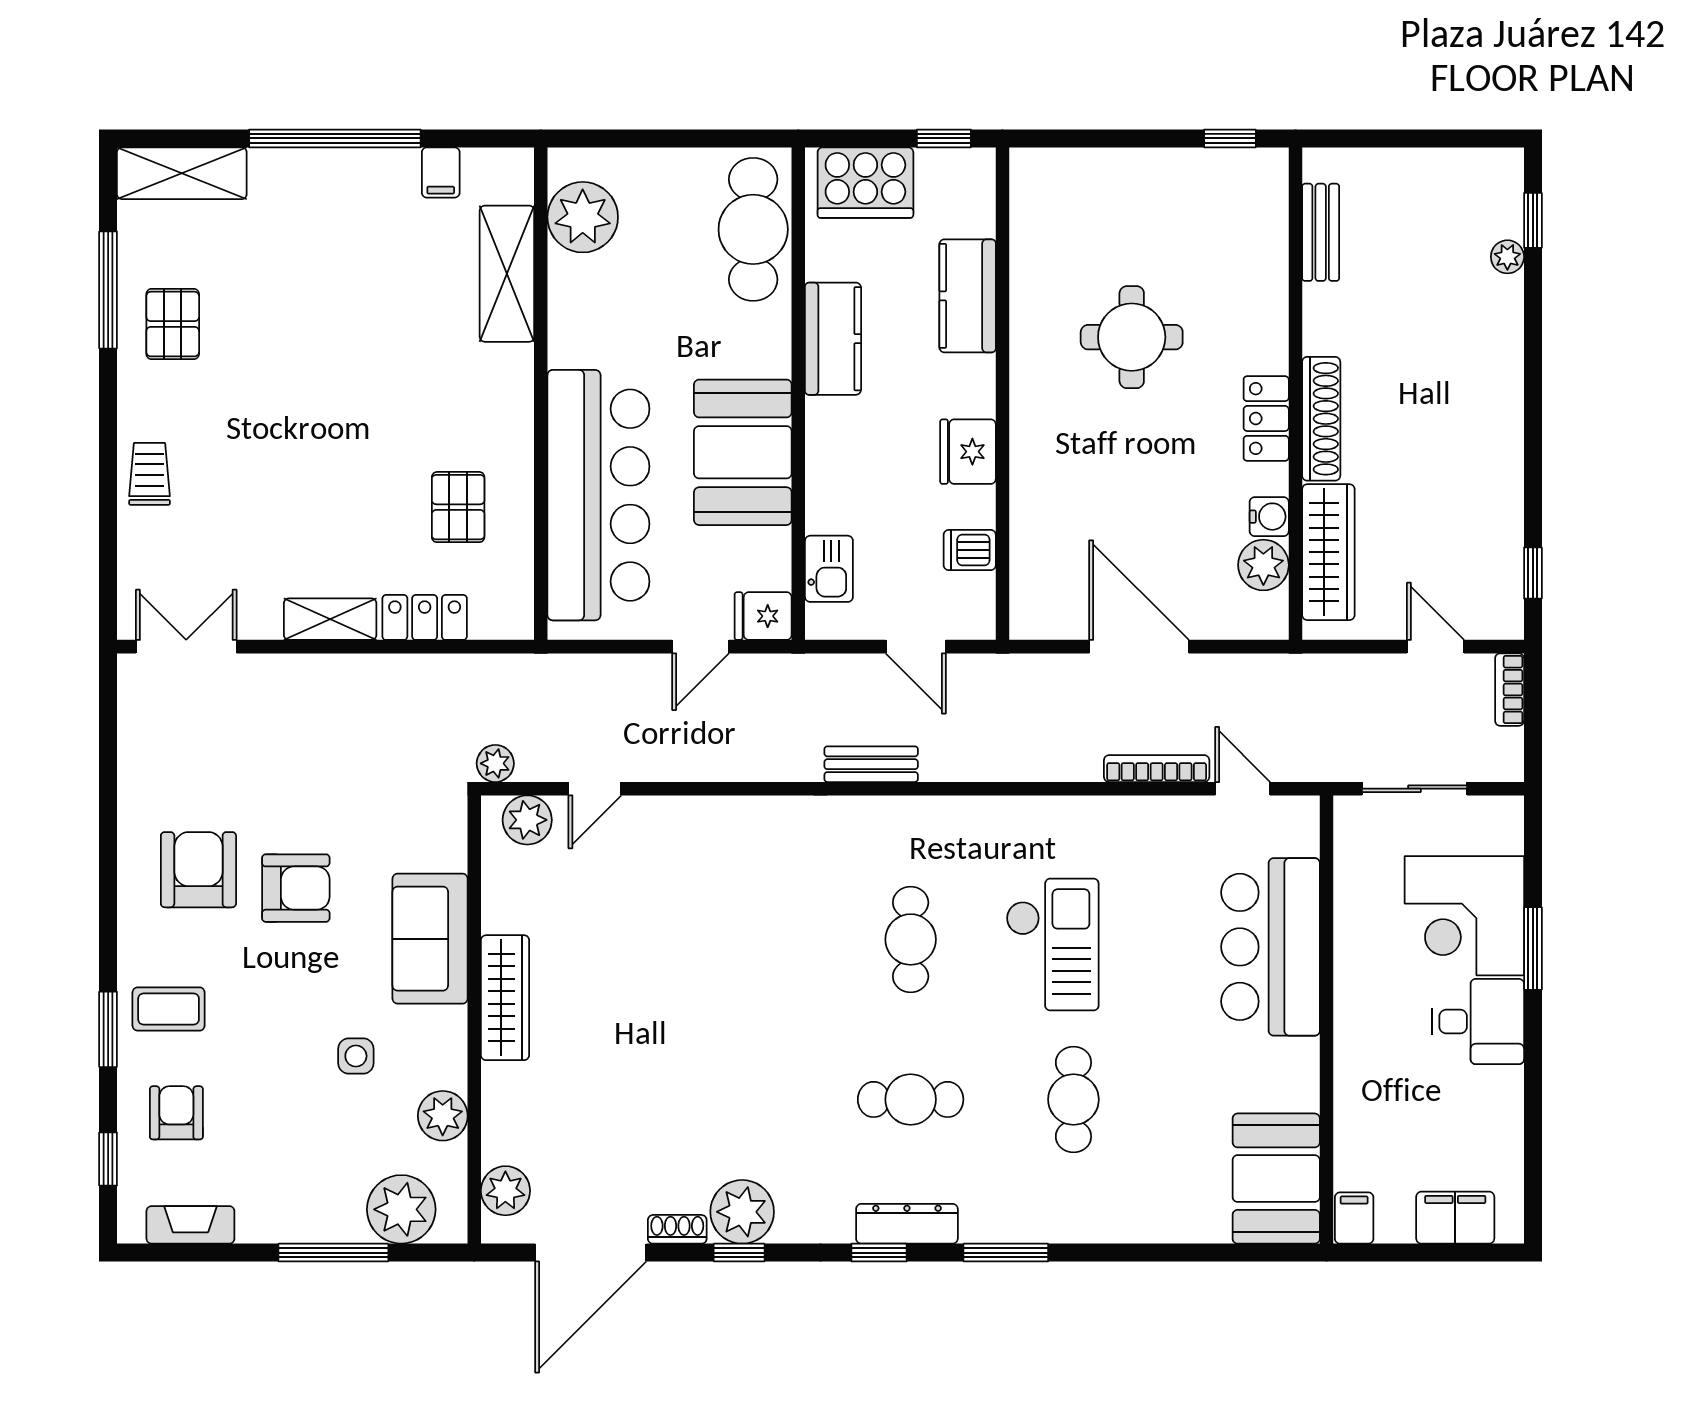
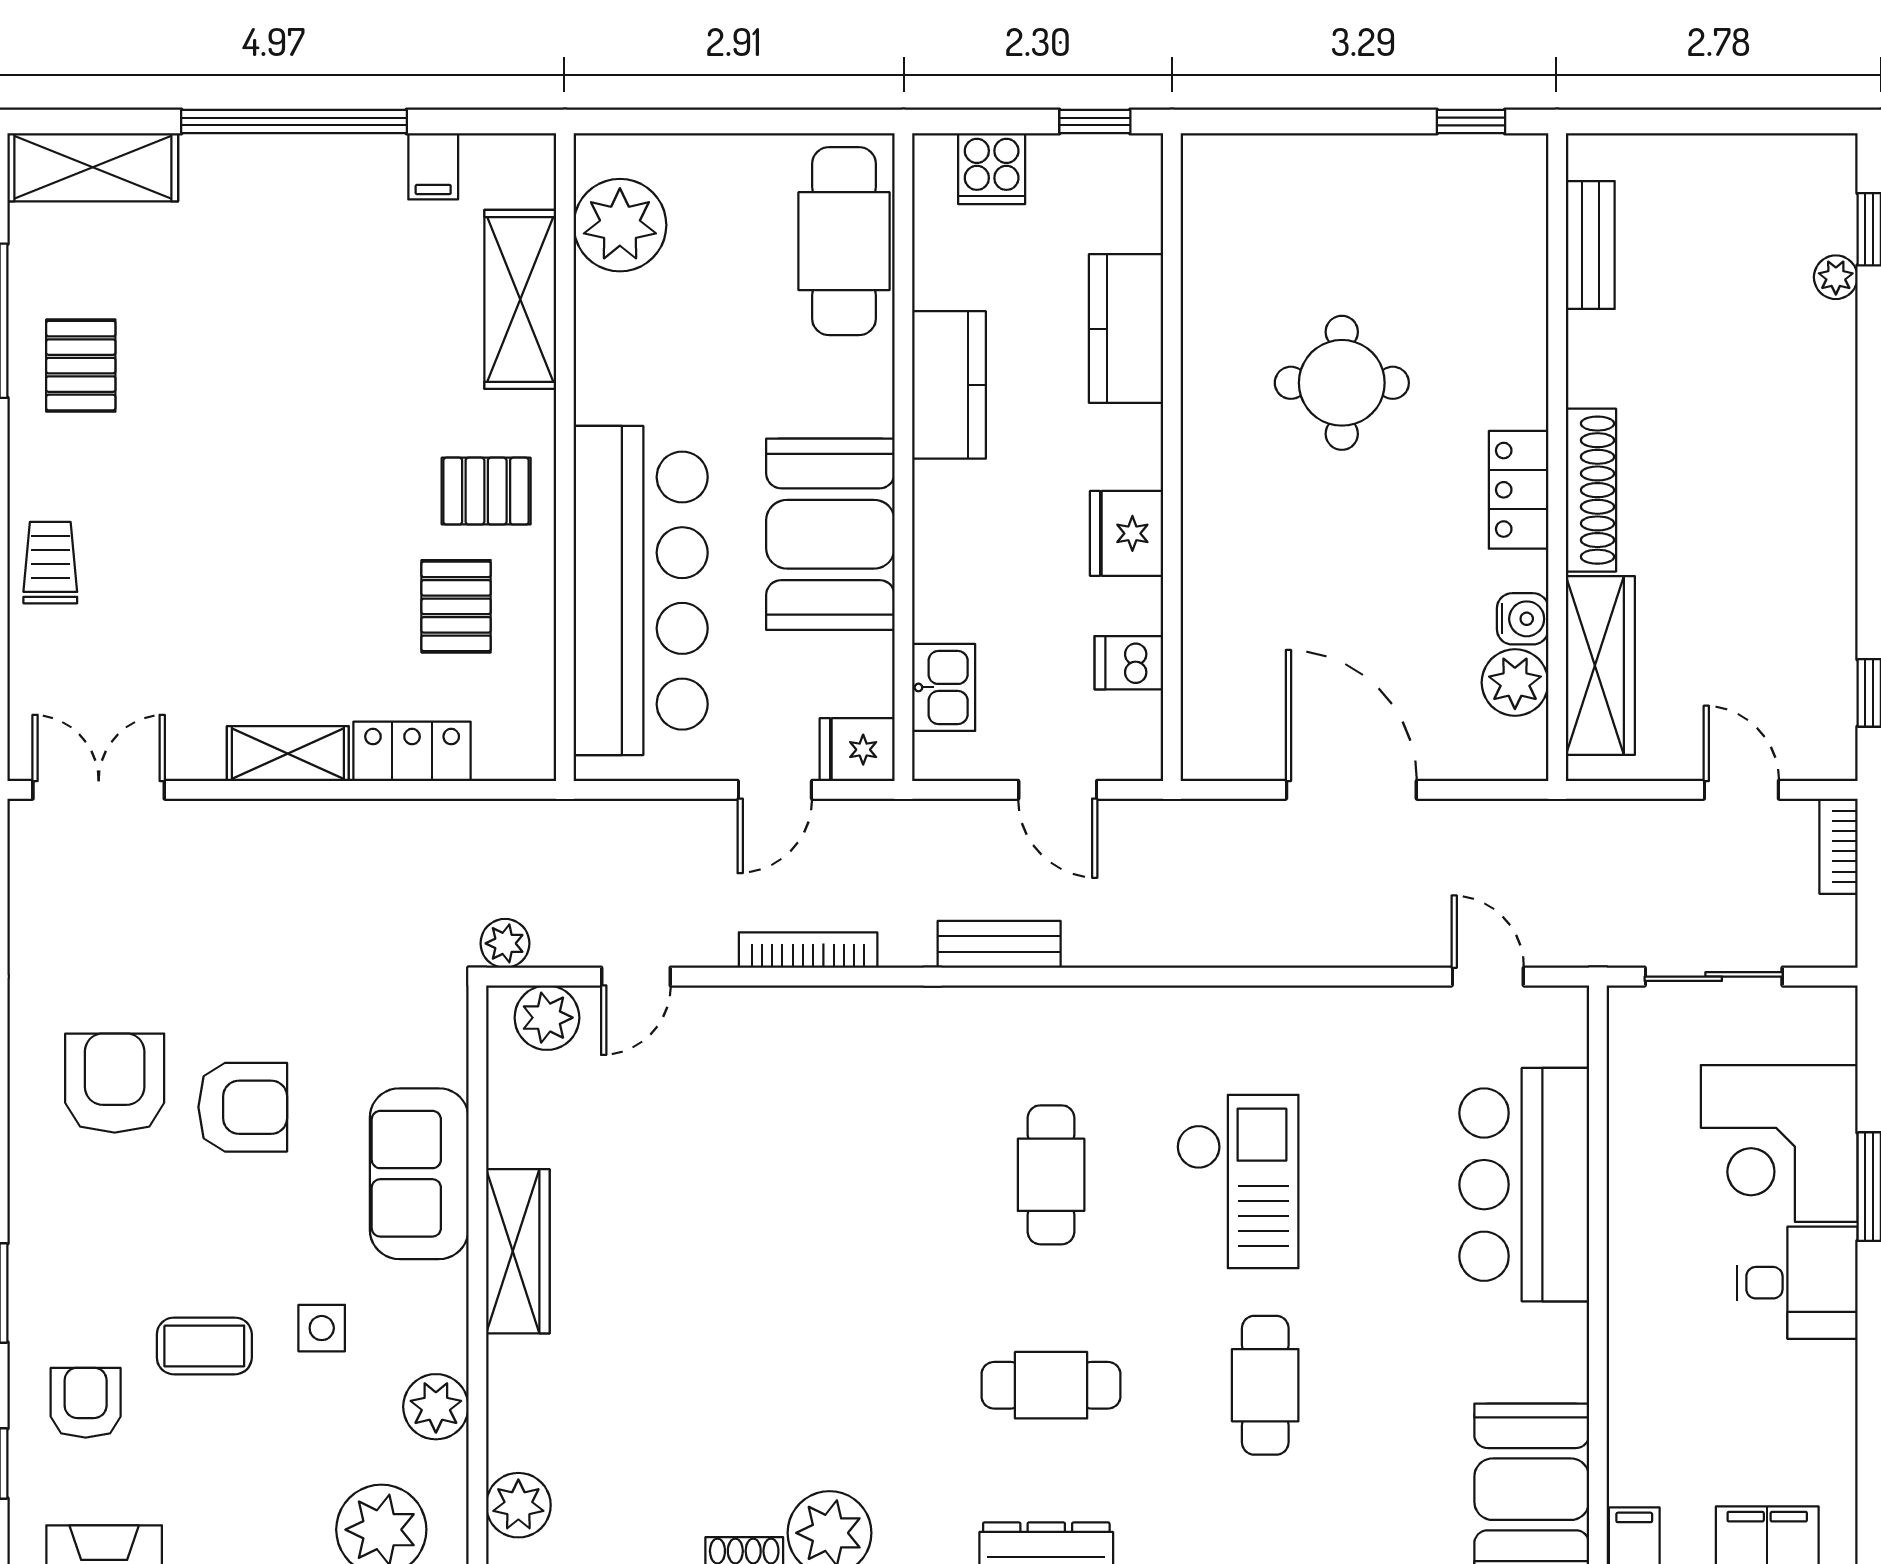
cooker: (865, 183) -> (992, 169), width x0.53, depth x0.76
pallet: (481, 419) -> (486, 491), added
bookcase: (1157, 769) -> (808, 950), moved
coffee table: (169, 1009) -> (204, 1346), moved

